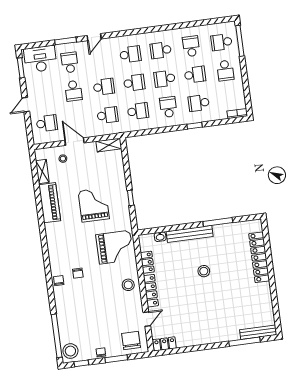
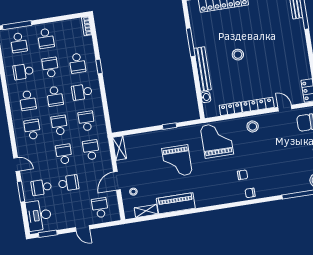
school desk: (225, 71) -> (46, 38), turned 90
grand piano: (94, 205) -> (177, 161), turned -90

